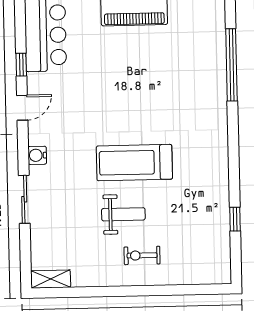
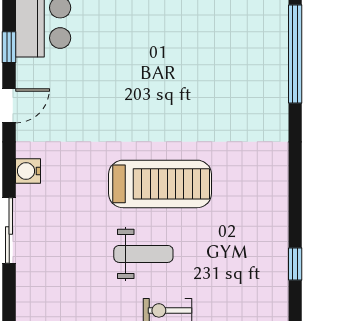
treadmill: (134, 163) -> (160, 184), turned 180

